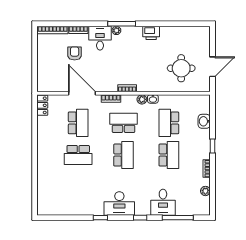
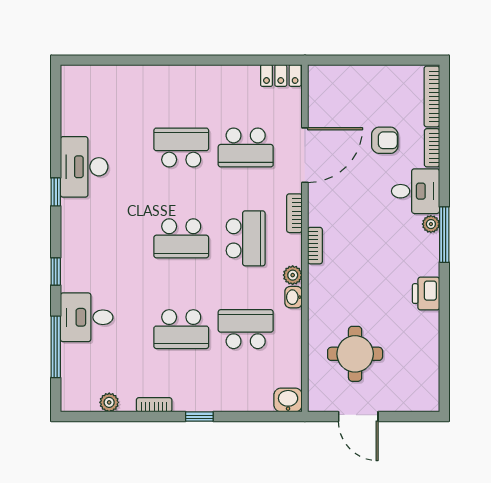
washbasin: (204, 121) -> (288, 400), moved
school desk: (78, 155) -> (181, 148), turned 90
desk: (119, 203) -> (84, 167), moved

